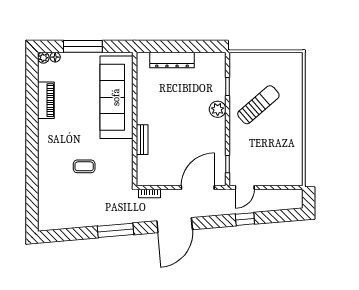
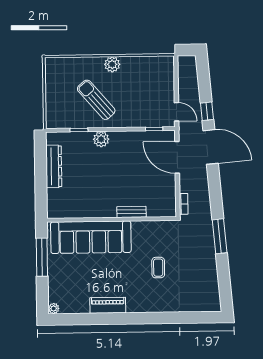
window: (83, 46) -> (42, 257), moved
floor lamp: (55, 57) -> (53, 297), removed
dresser: (172, 60) -> (54, 166), moved
piano: (46, 100) -> (108, 305), moved
plant: (295, 122) -> (112, 64), added
door: (175, 225) -> (211, 147), moved

